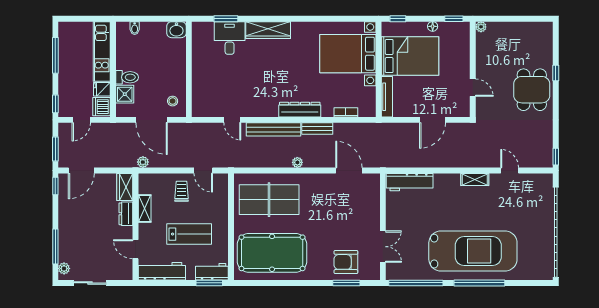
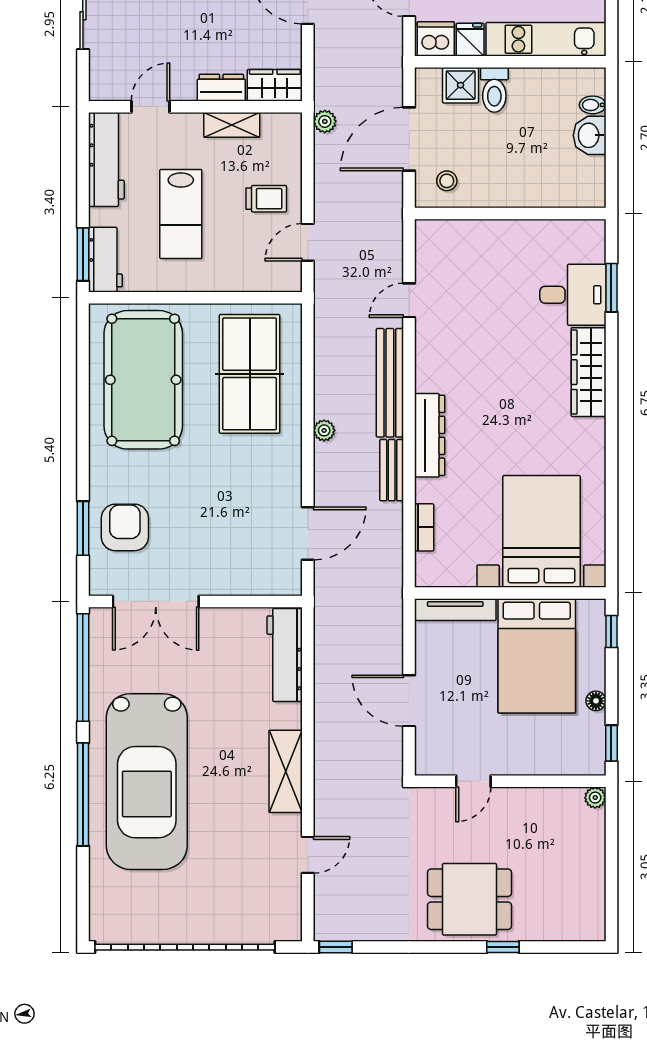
washbasin: (176, 30) -> (590, 135), moved
shelving: (475, 180) -> (286, 771), width x1.50, depth x1.33
double door: (383, 247) -> (156, 601), width x1.37

